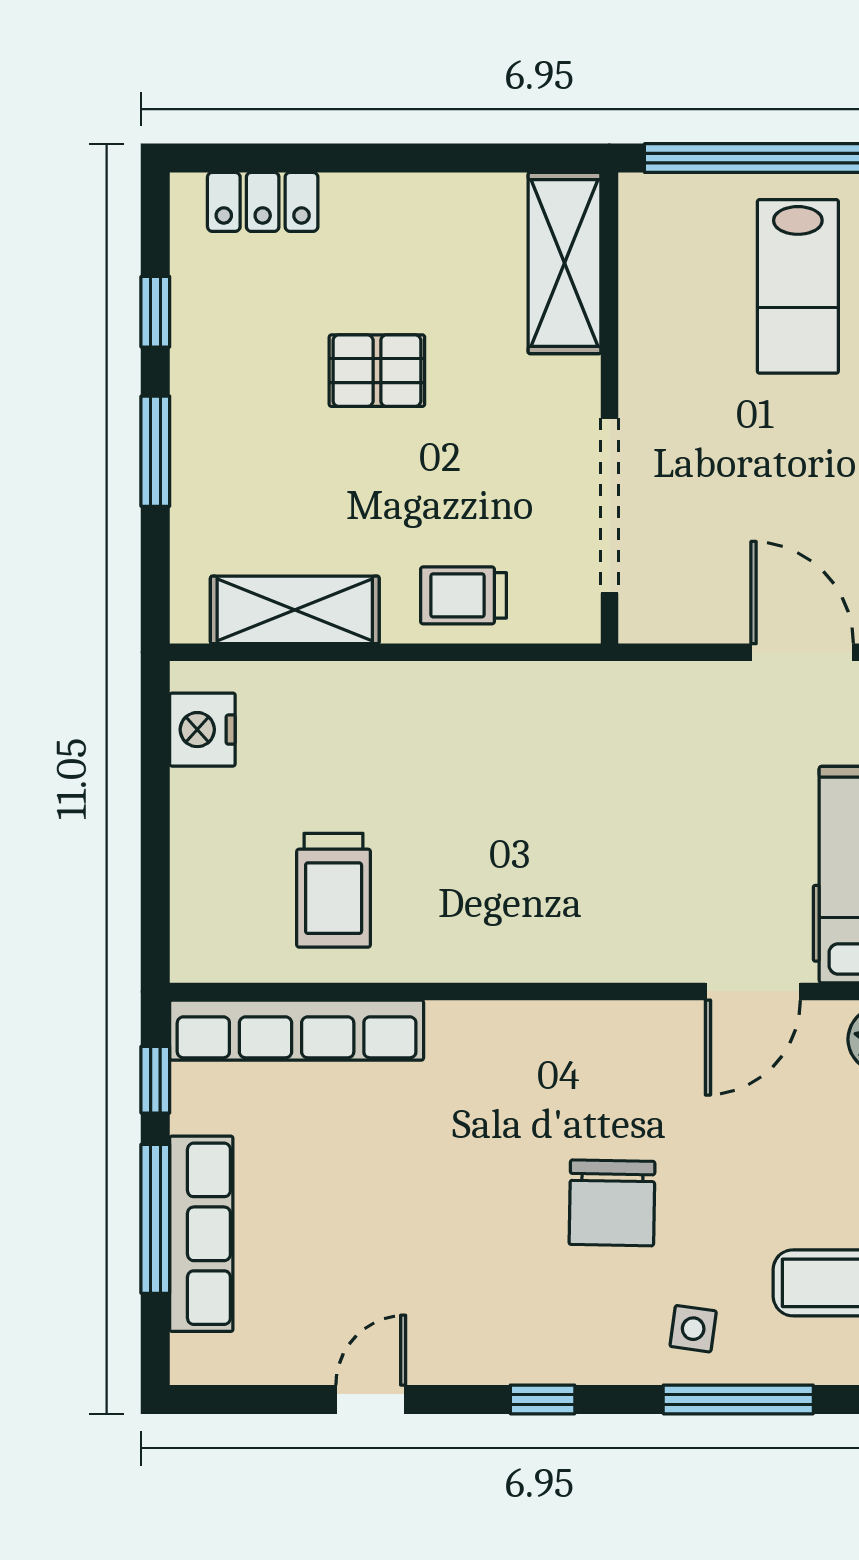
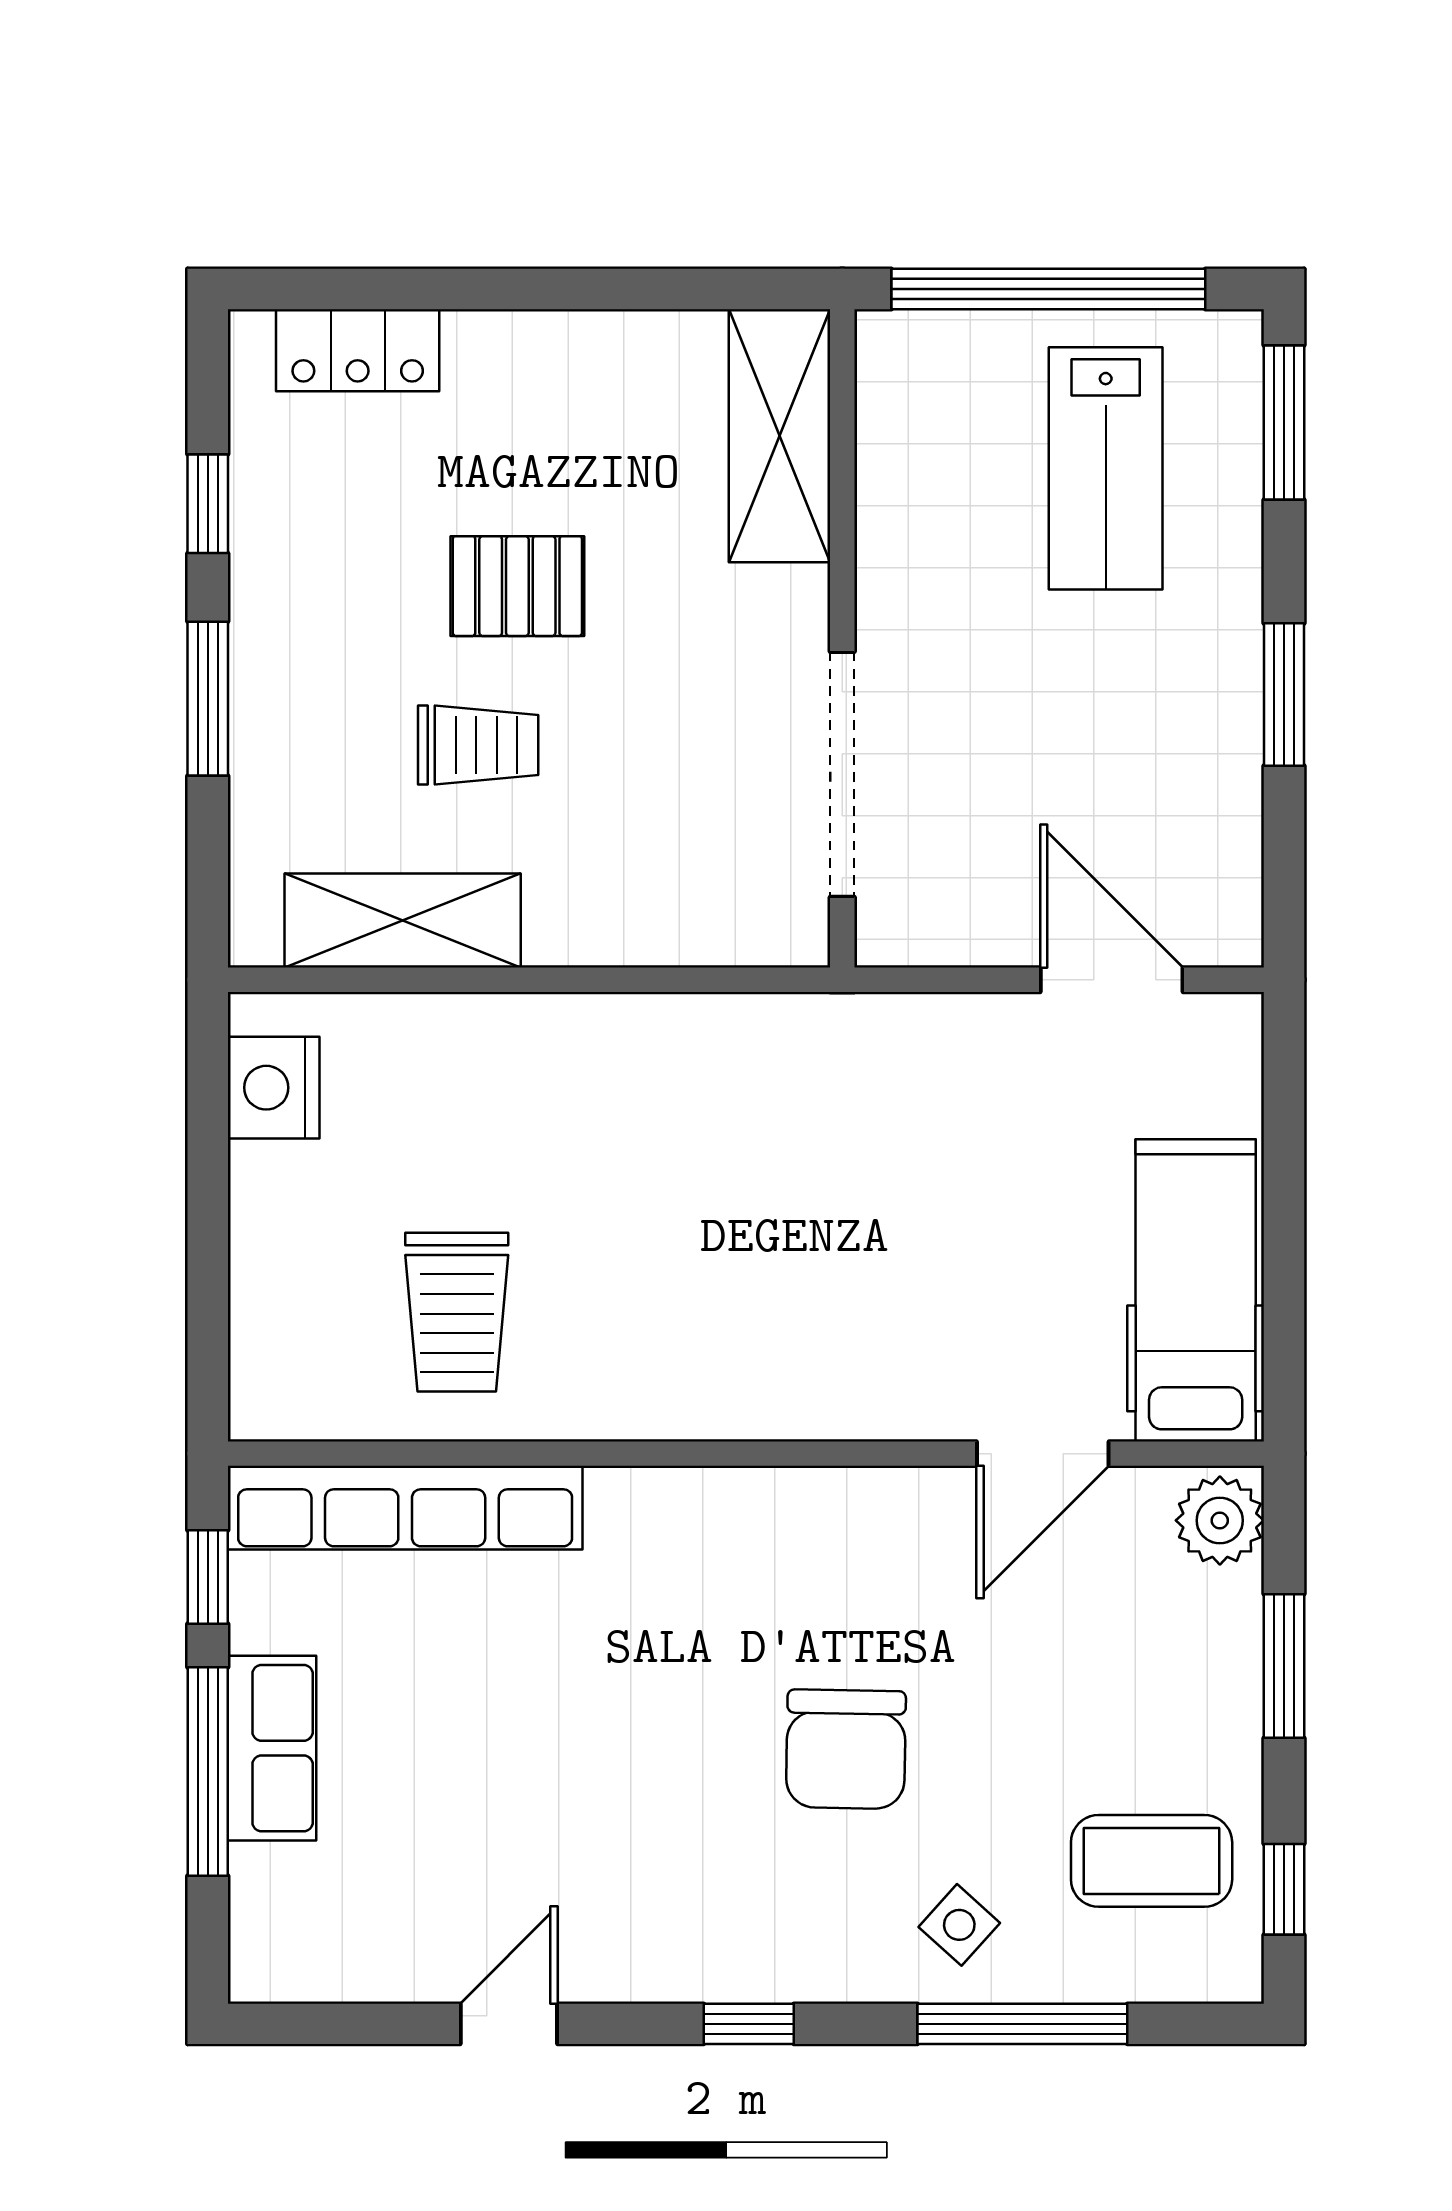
trolley: (464, 595) -> (478, 745), moved, turned 180
row of seats: (201, 1234) -> (272, 1748), width x0.68
side table: (693, 1329) -> (959, 1925), turned 34

